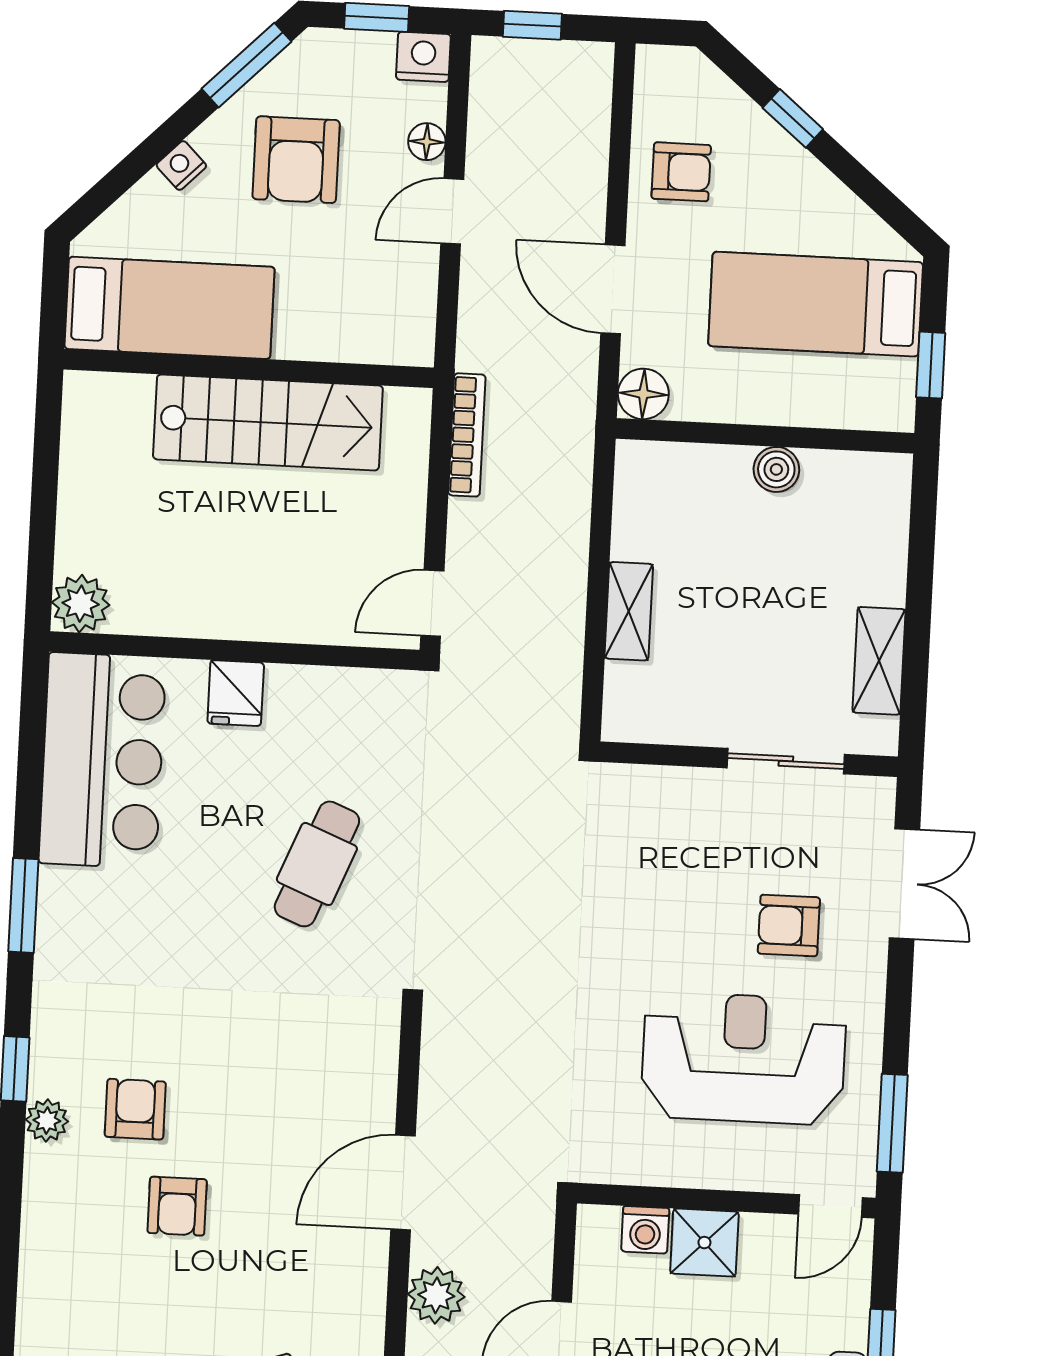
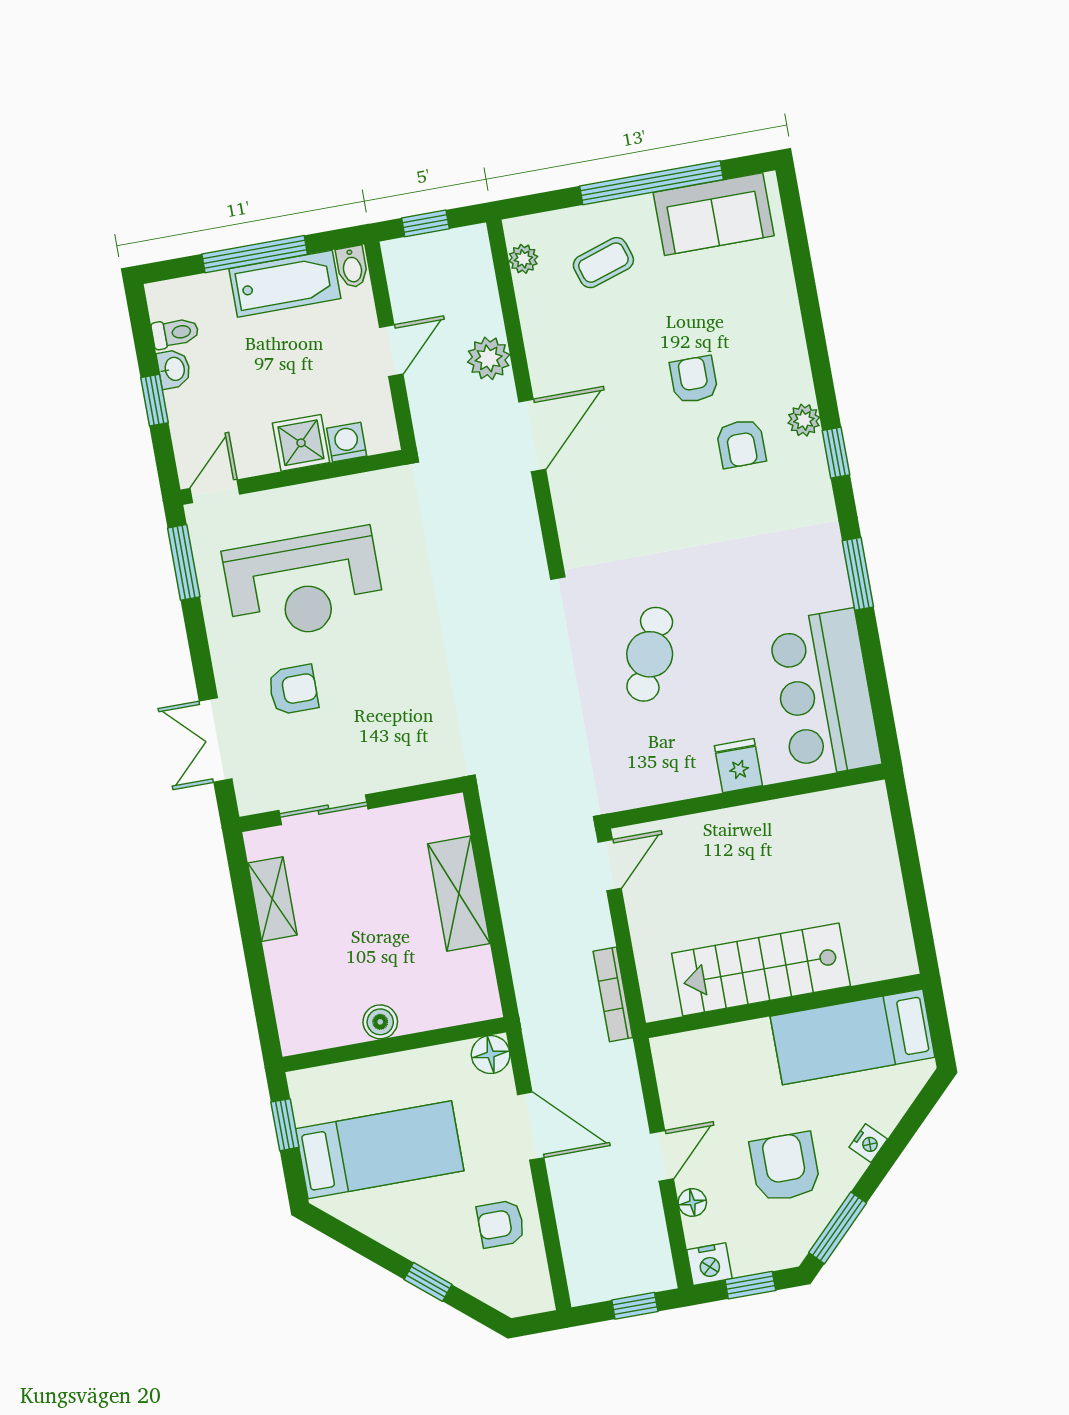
plant: (81, 604) -> (867, 805), removed
shelving: (629, 611) -> (459, 894), width x1.50, depth x1.33

